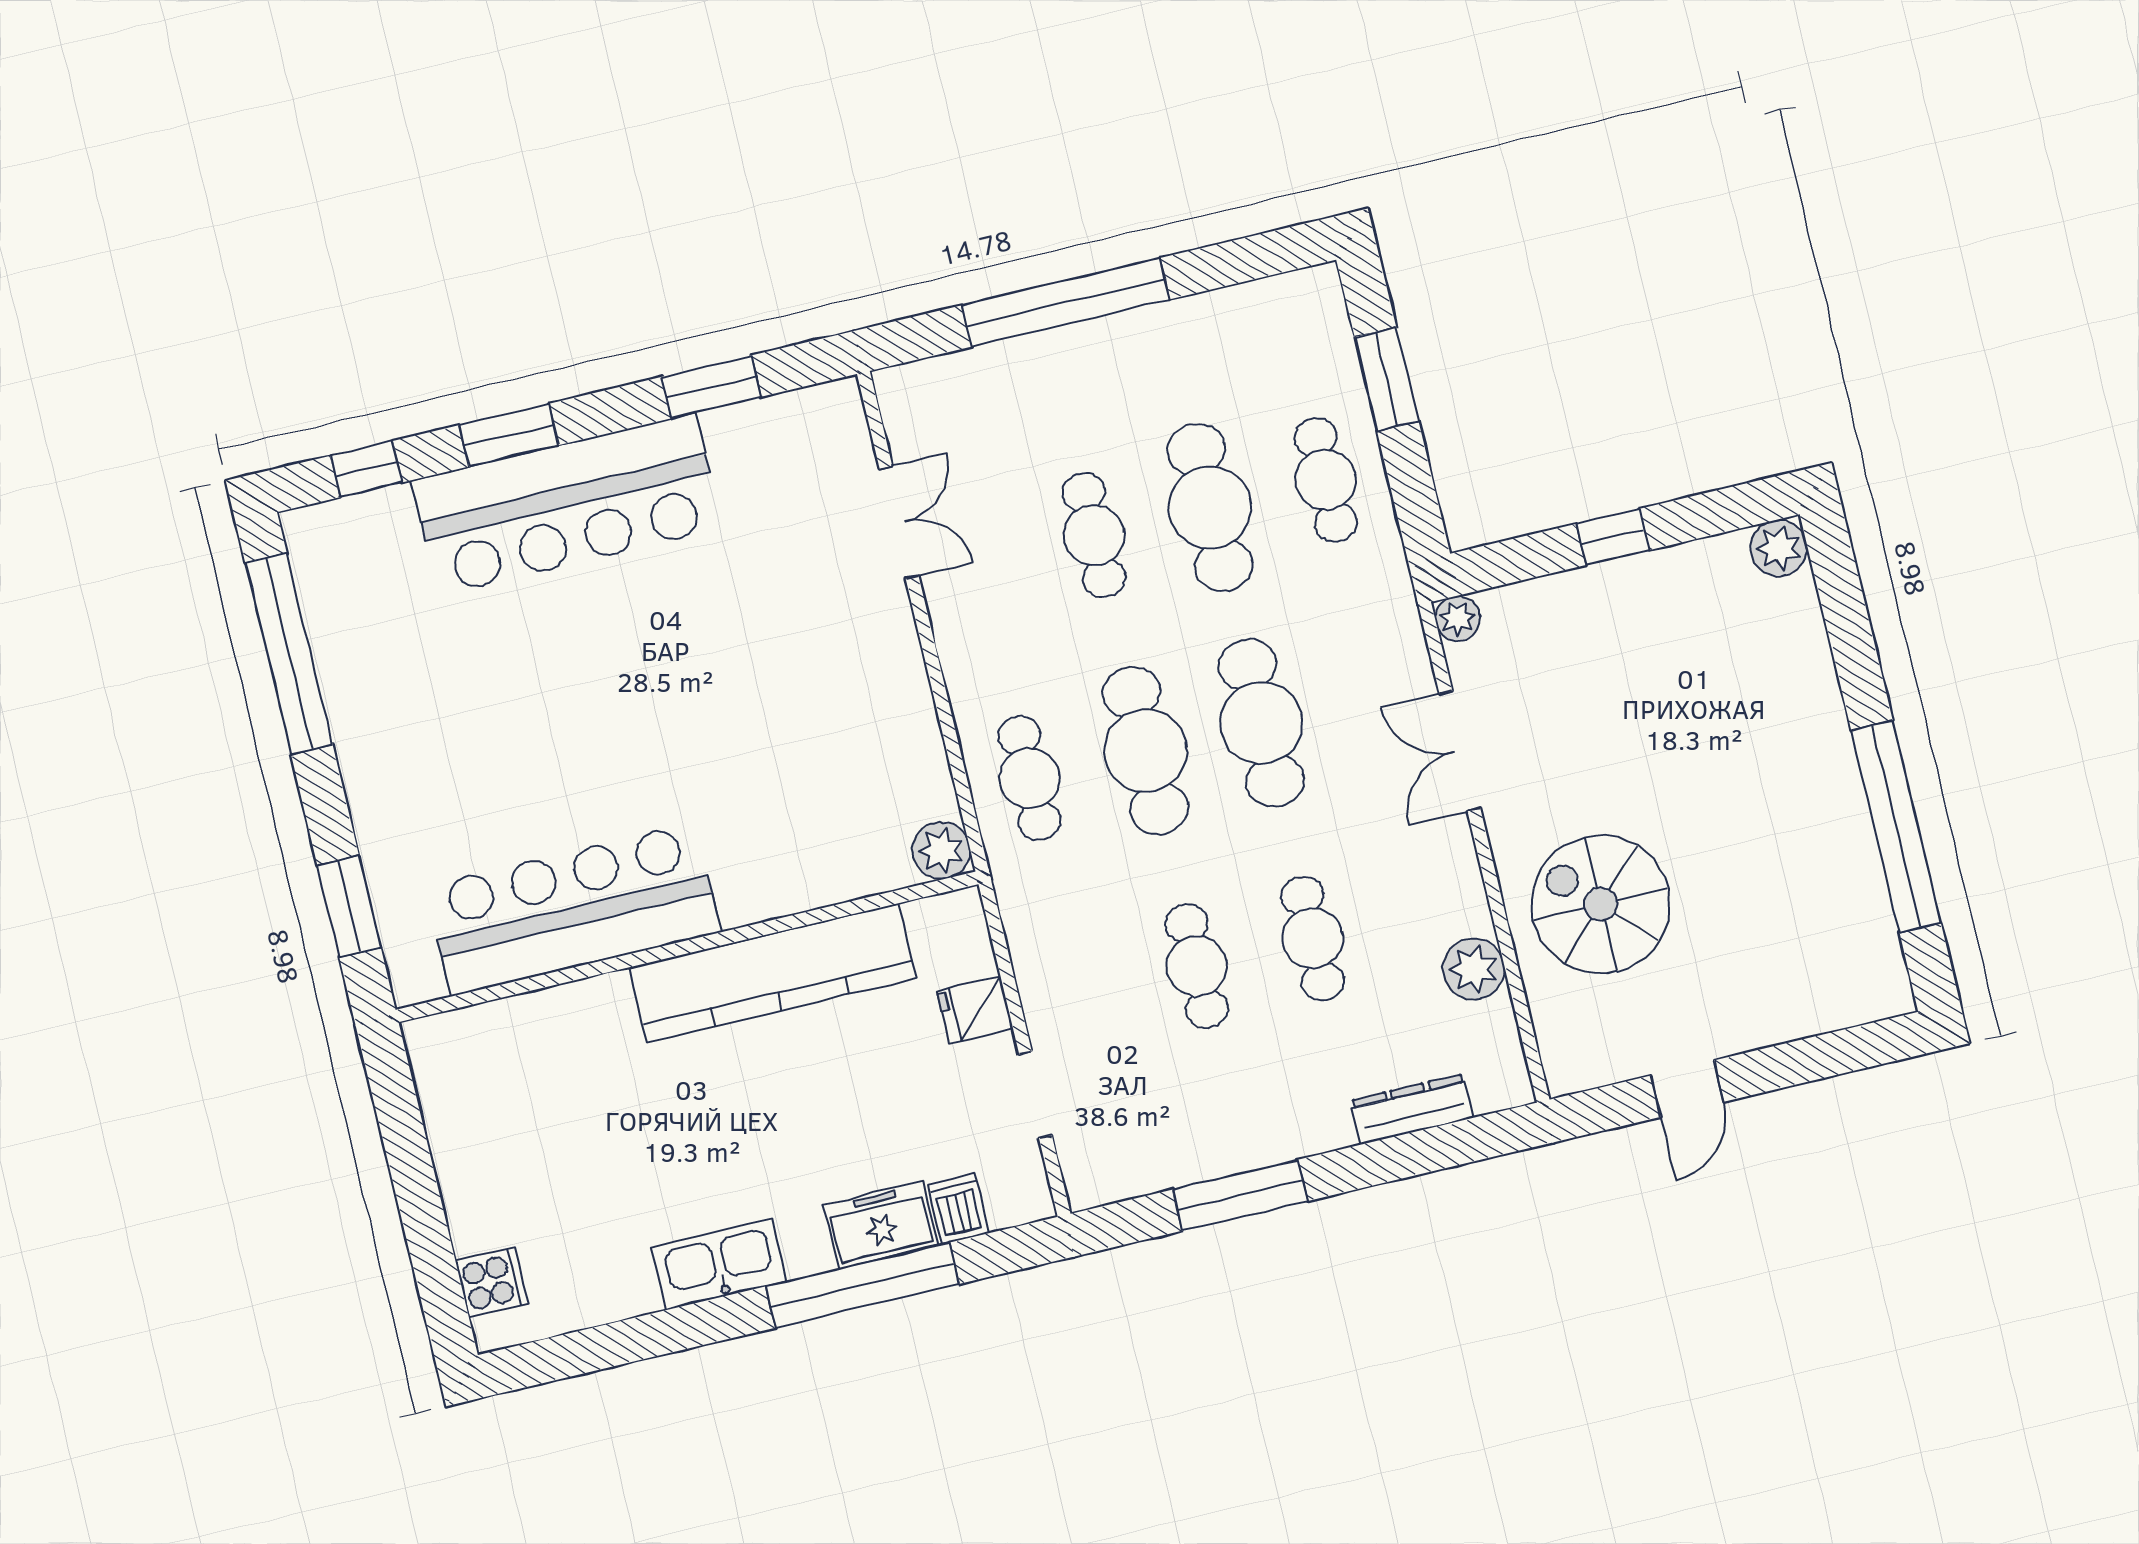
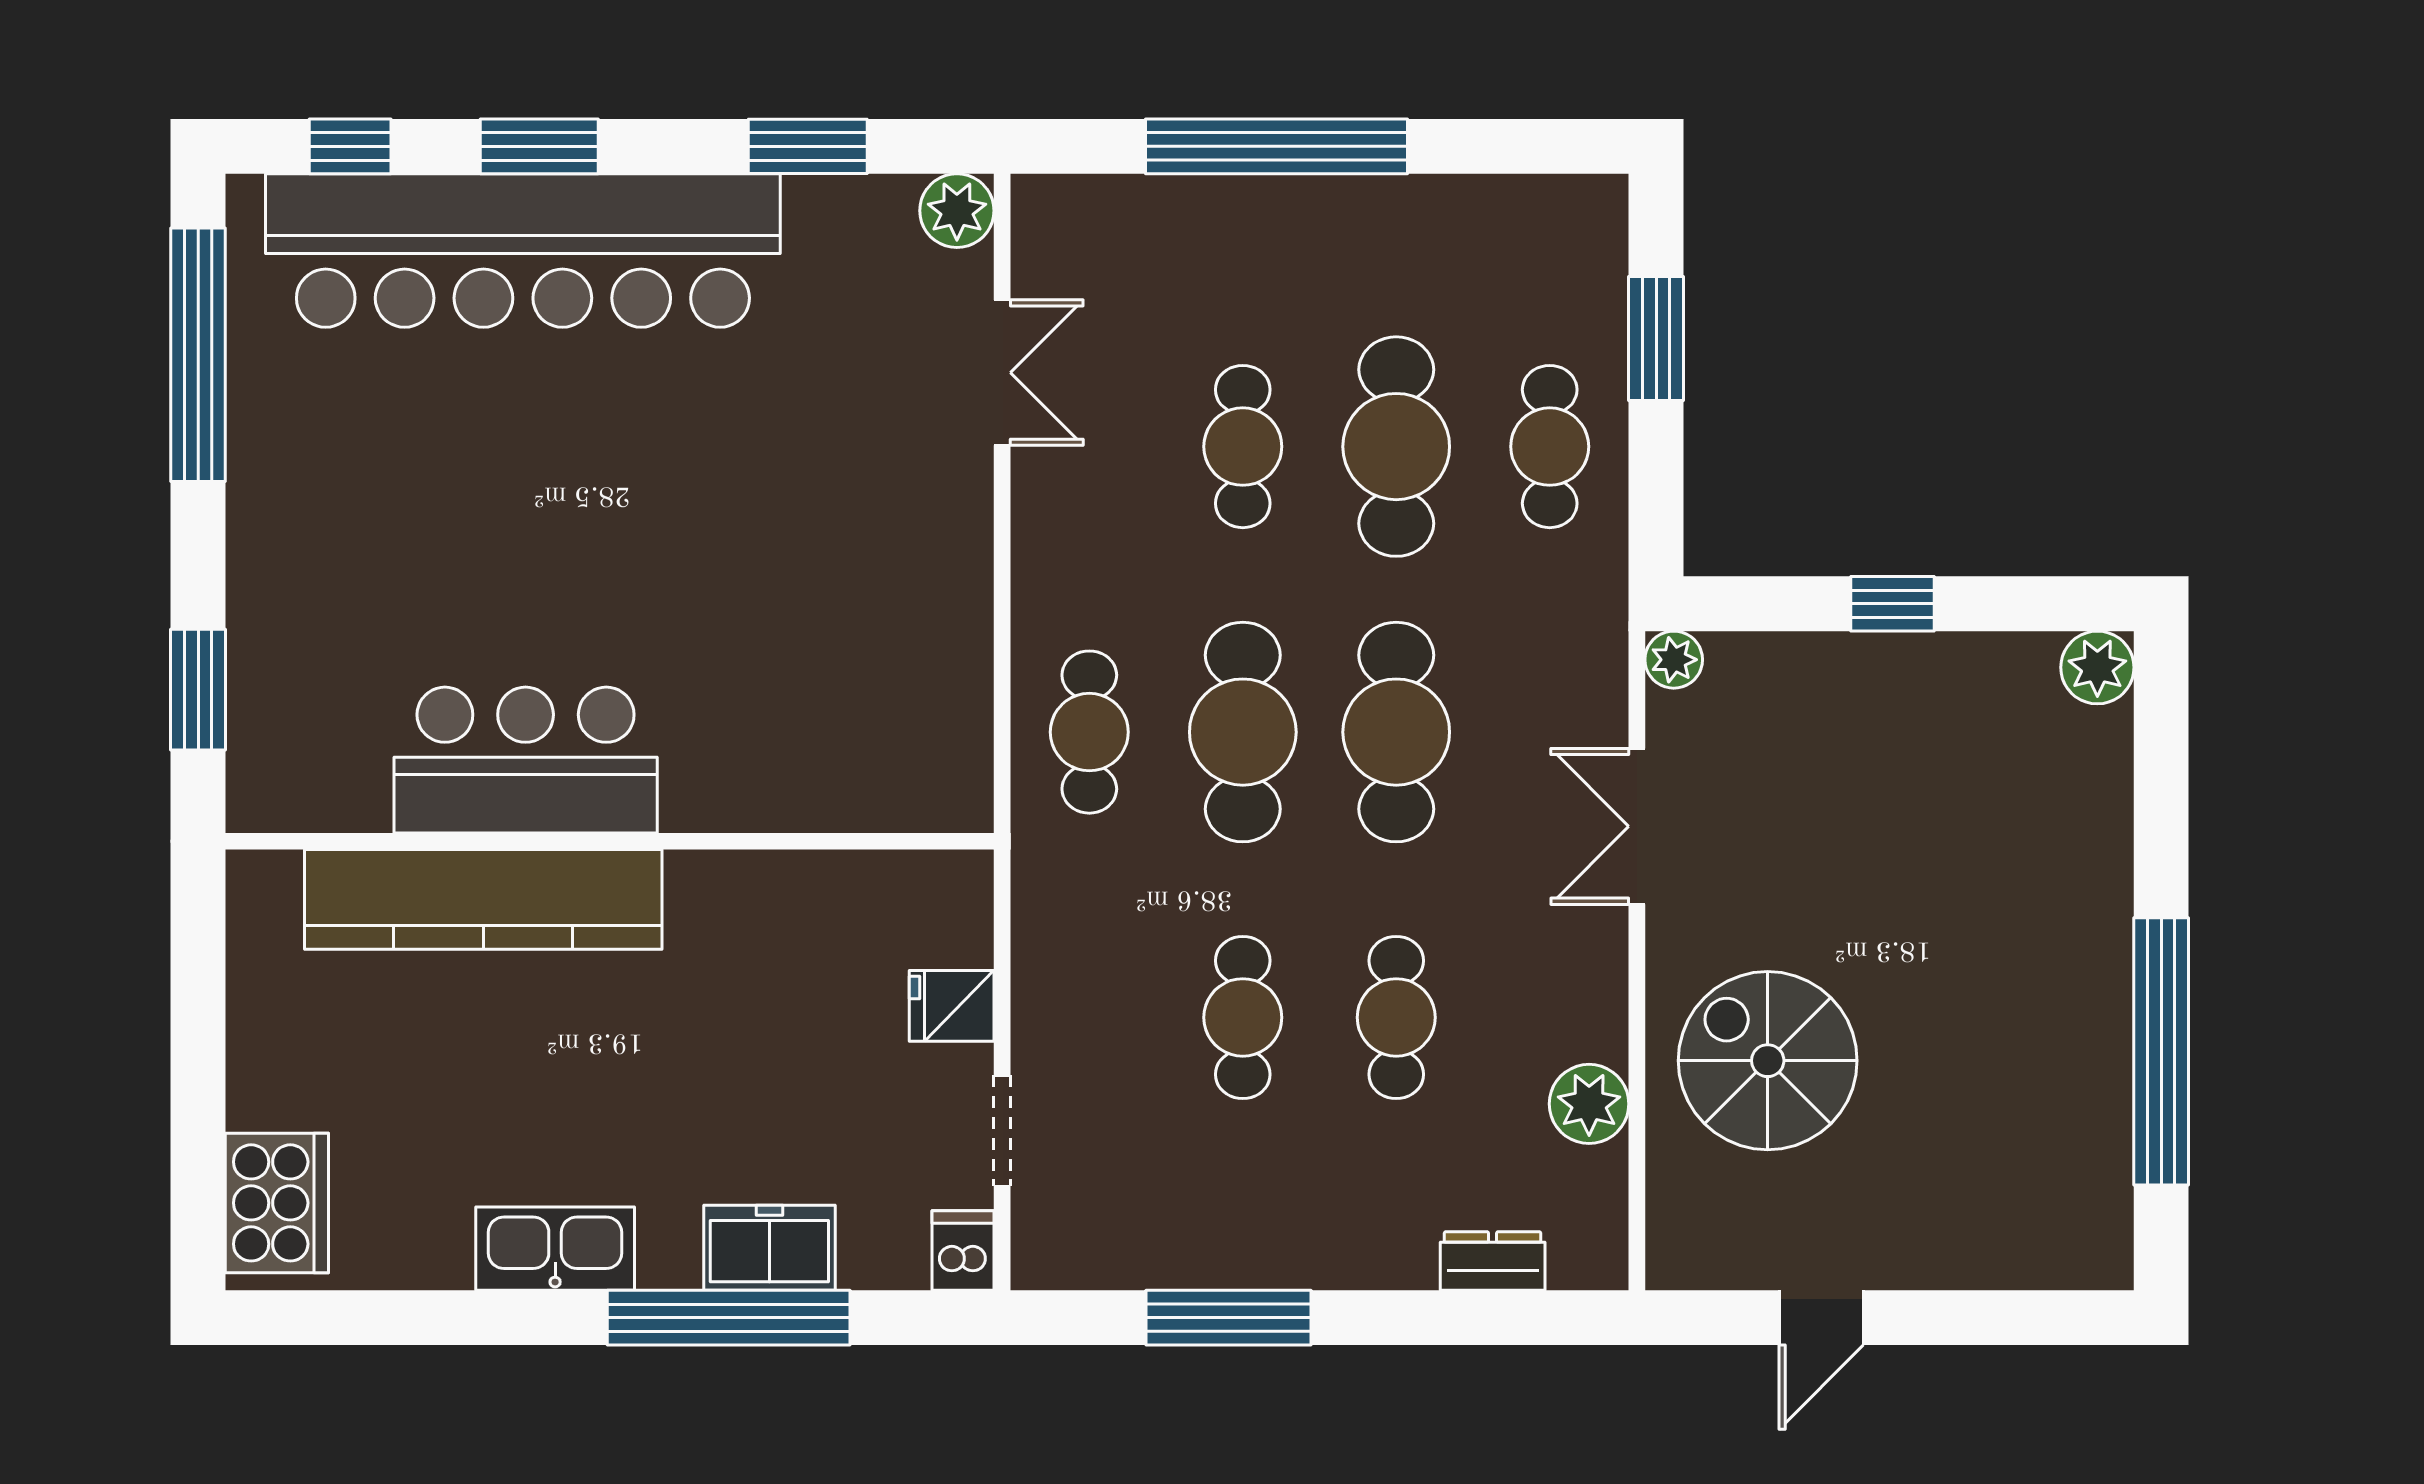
bar counter: (567, 504) -> (523, 251), width x1.36
plant: (941, 850) -> (957, 211), moved
bar counter: (573, 909) -> (526, 760), width x0.73
kitchen counter: (773, 973) -> (483, 899), moved
dresser: (1412, 1109) -> (1493, 1261), width x0.70
dishwasher: (958, 1209) -> (963, 1251), moved
cooker: (492, 1282) -> (277, 1203), width x1.87, depth x1.31

